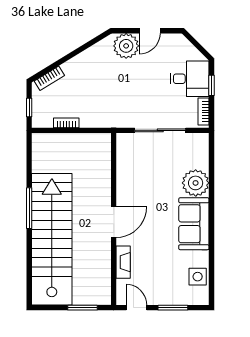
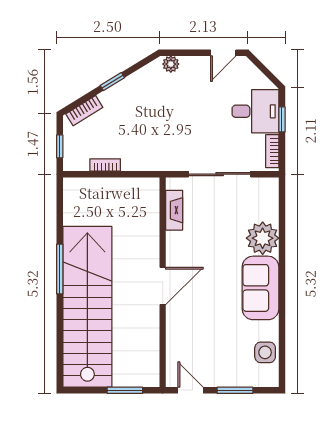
door: (150, 31) -> (223, 53), moved
plant: (126, 46) -> (171, 64), width x0.53, depth x0.53
window: (72, 54) -> (112, 82), added
fireplace: (123, 262) -> (174, 210), moved

